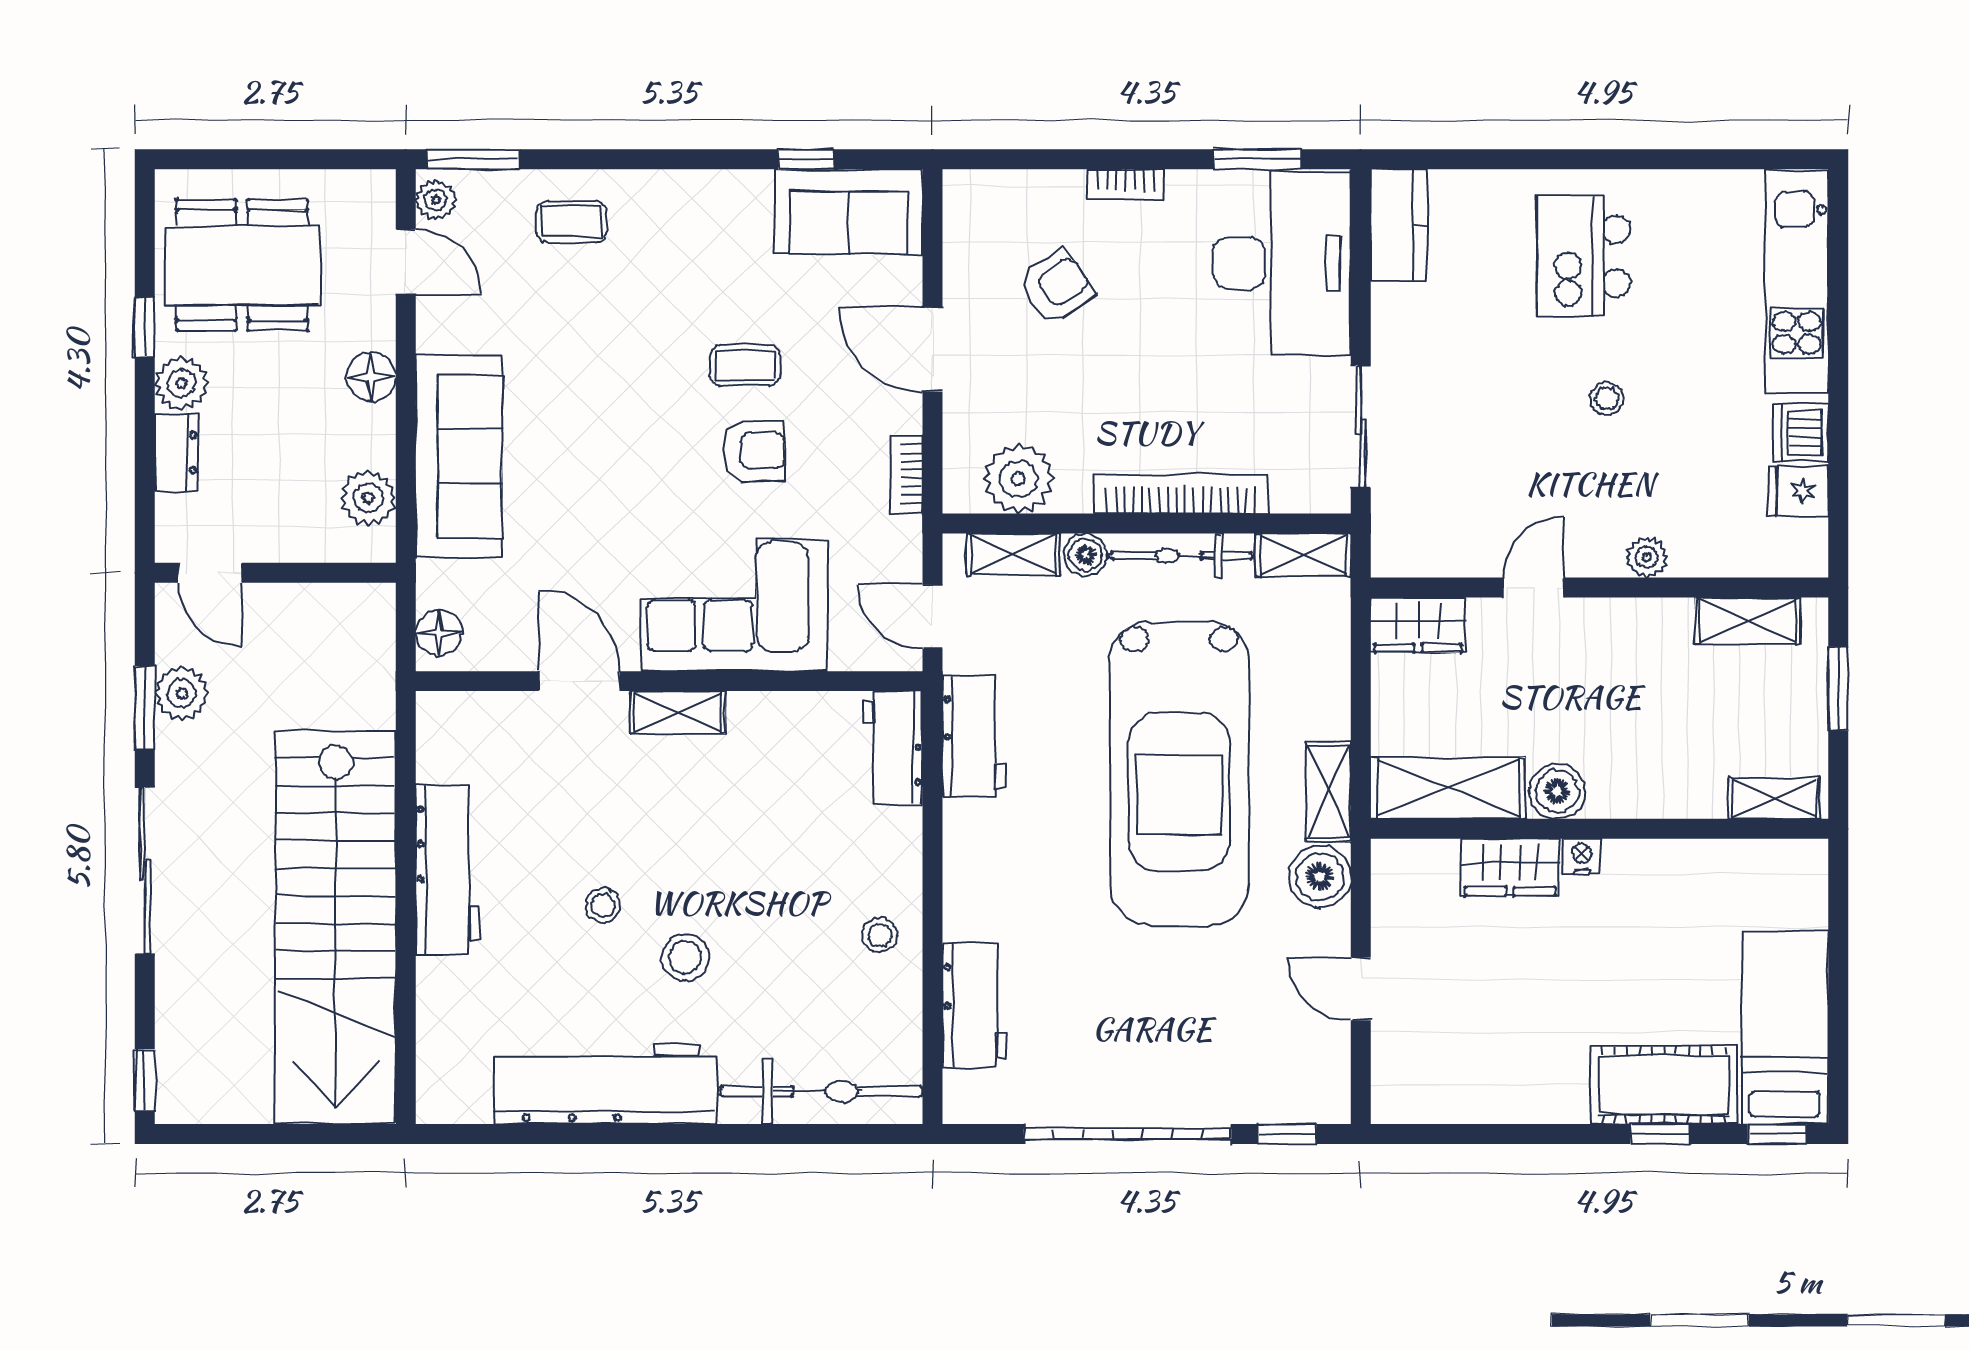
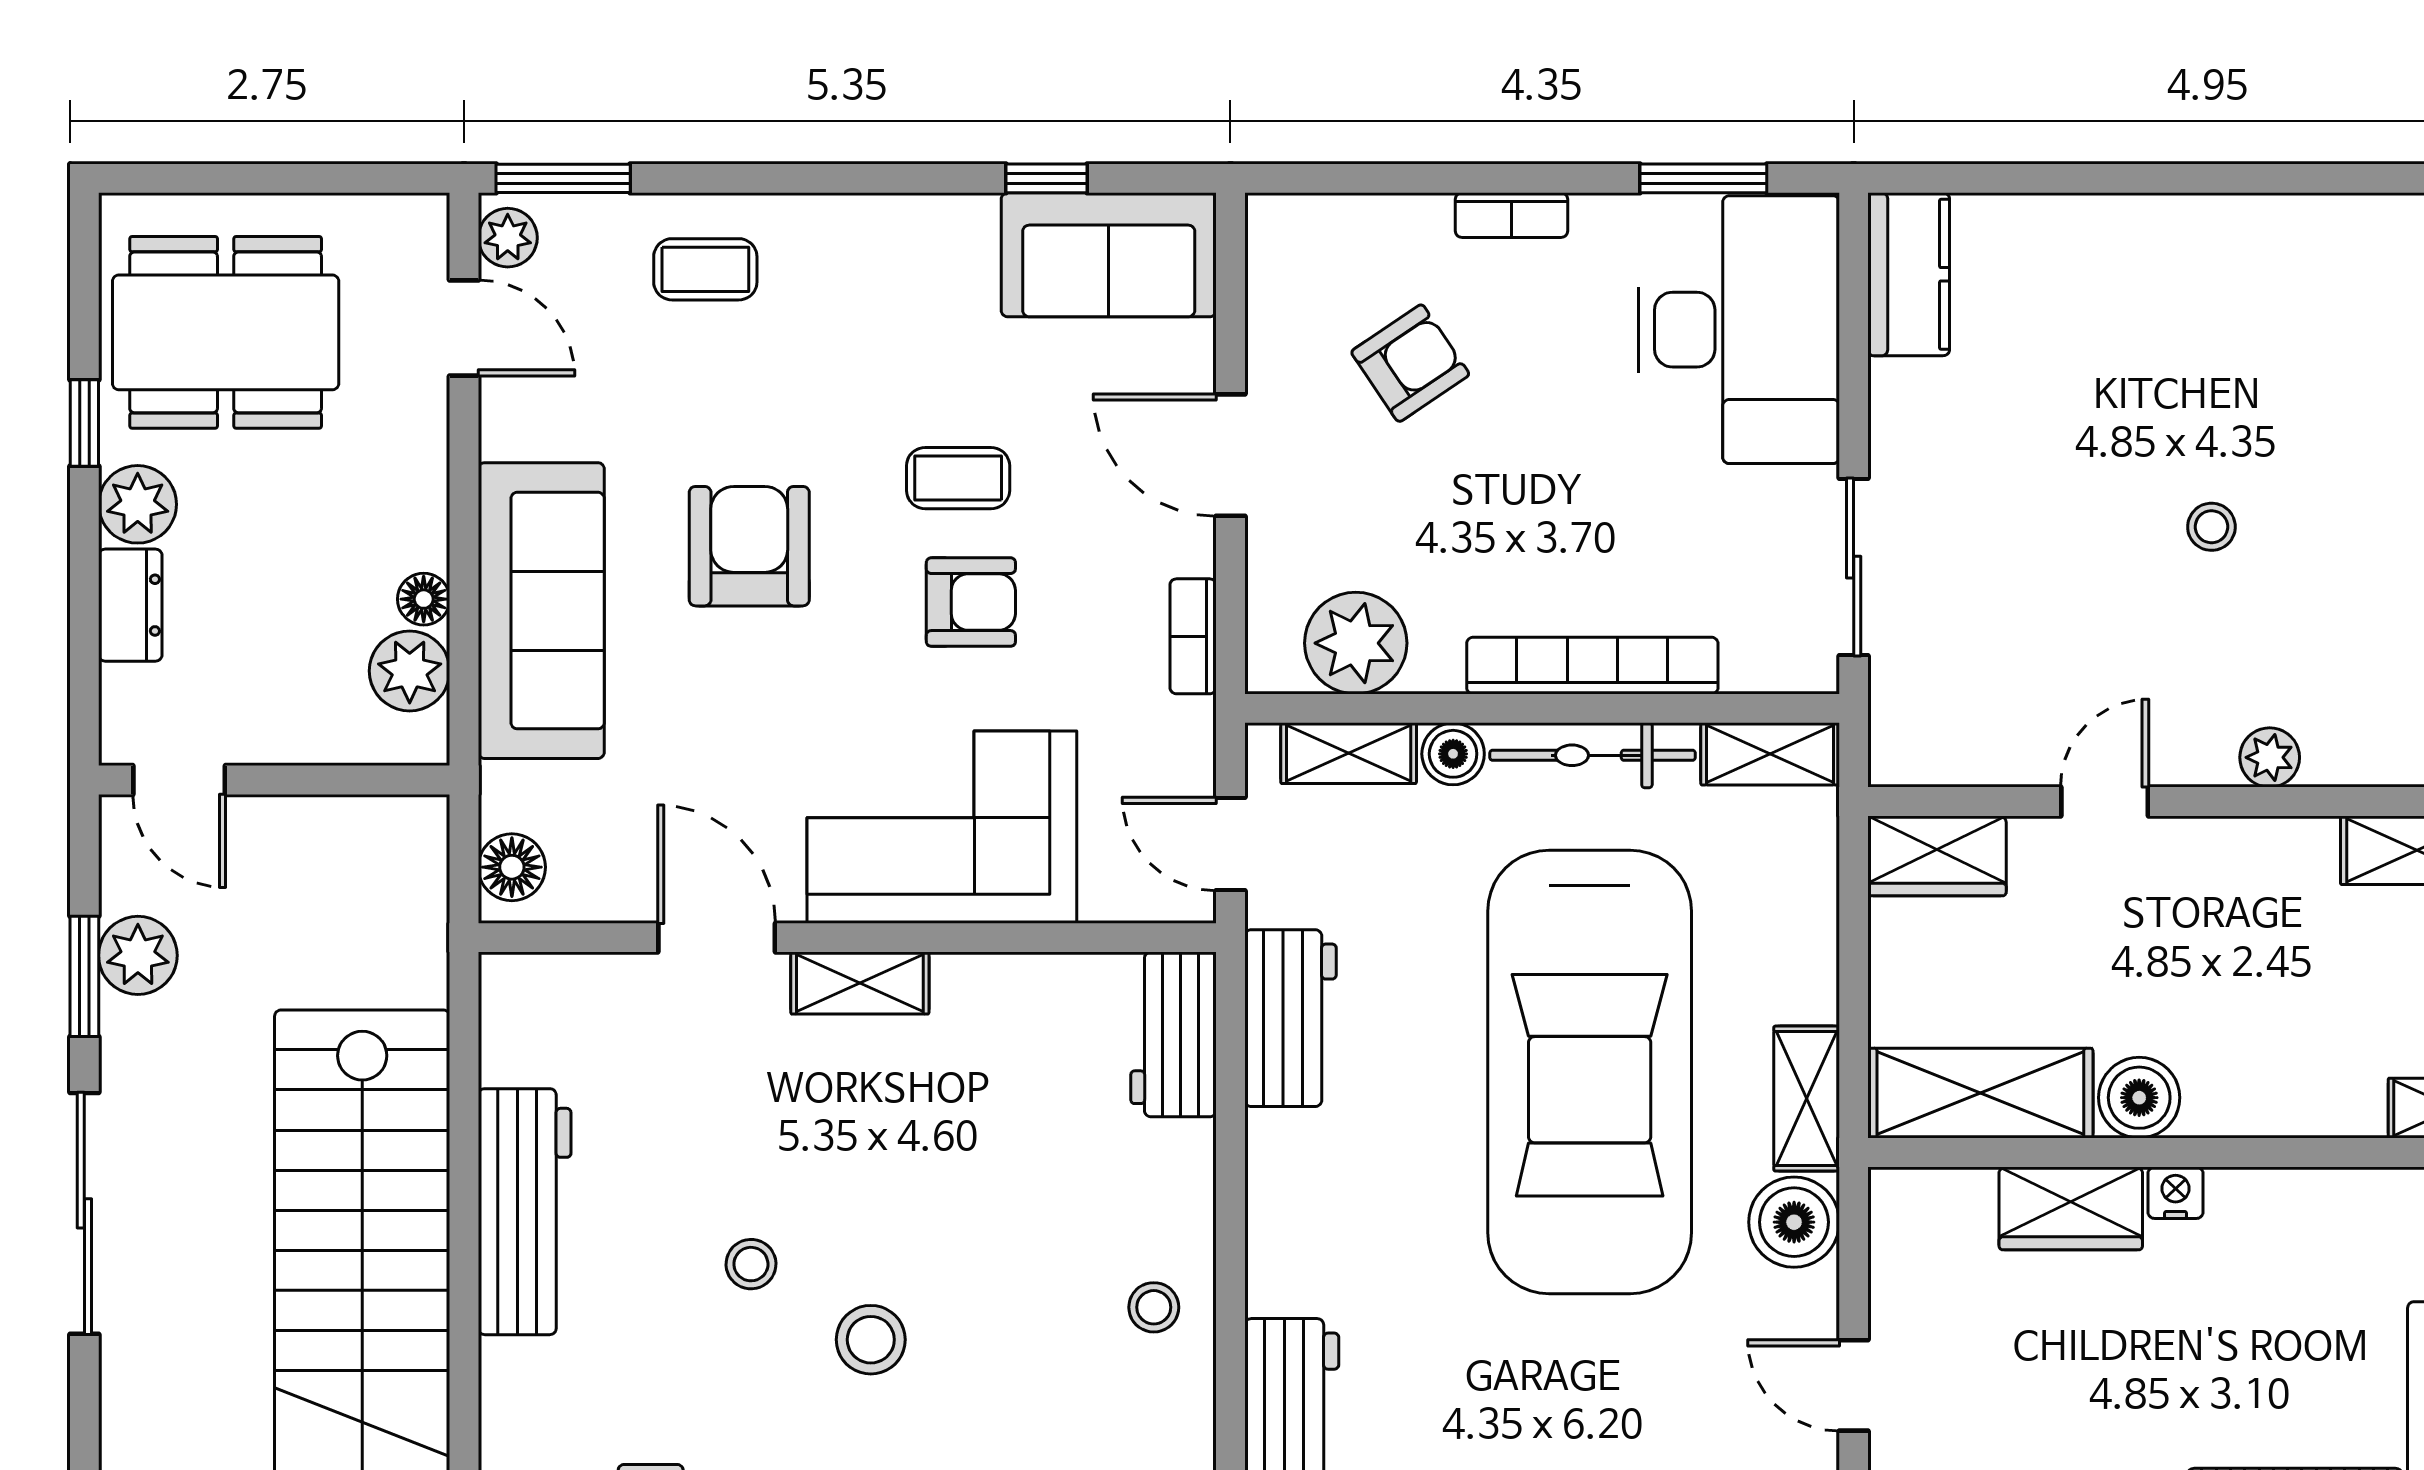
kitchen island: (1583, 256) -> (2178, 319), removed
floor lamp: (371, 377) -> (424, 599), moved, width x0.73, depth x0.73
armchair: (602, 412) -> (749, 546), added

